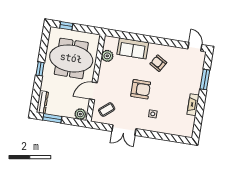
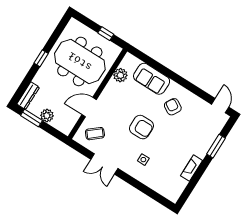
window: (66, 26) -> (106, 34), moved
plant: (80, 114) -> (47, 116), moved

